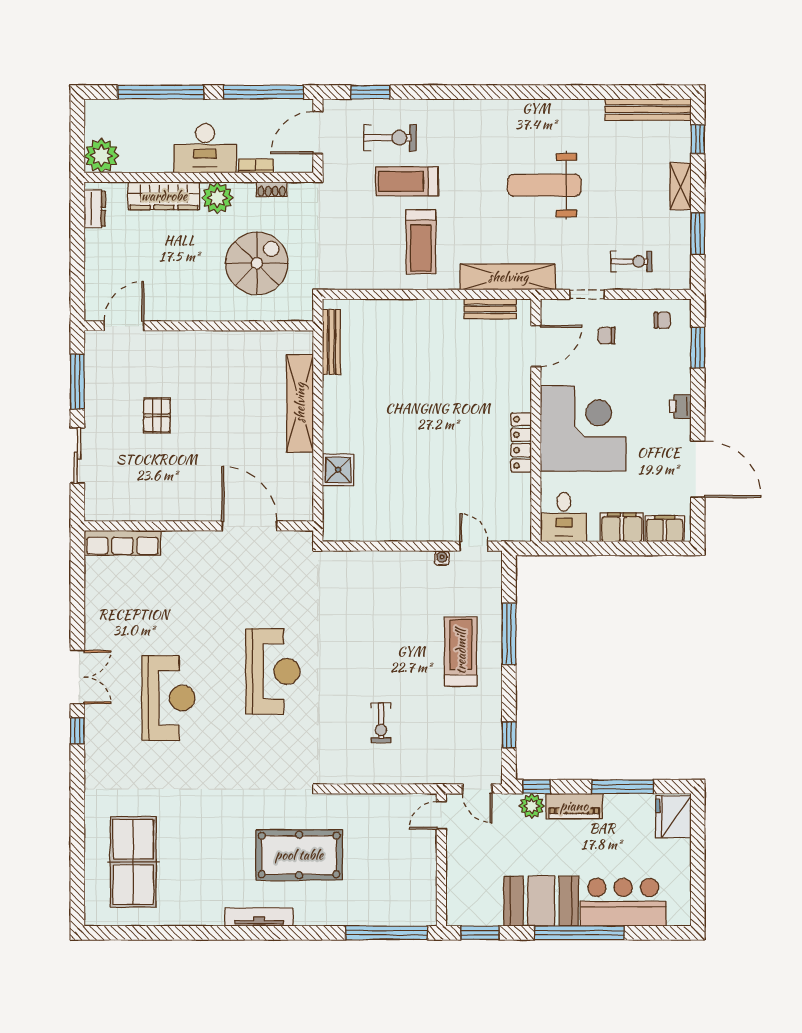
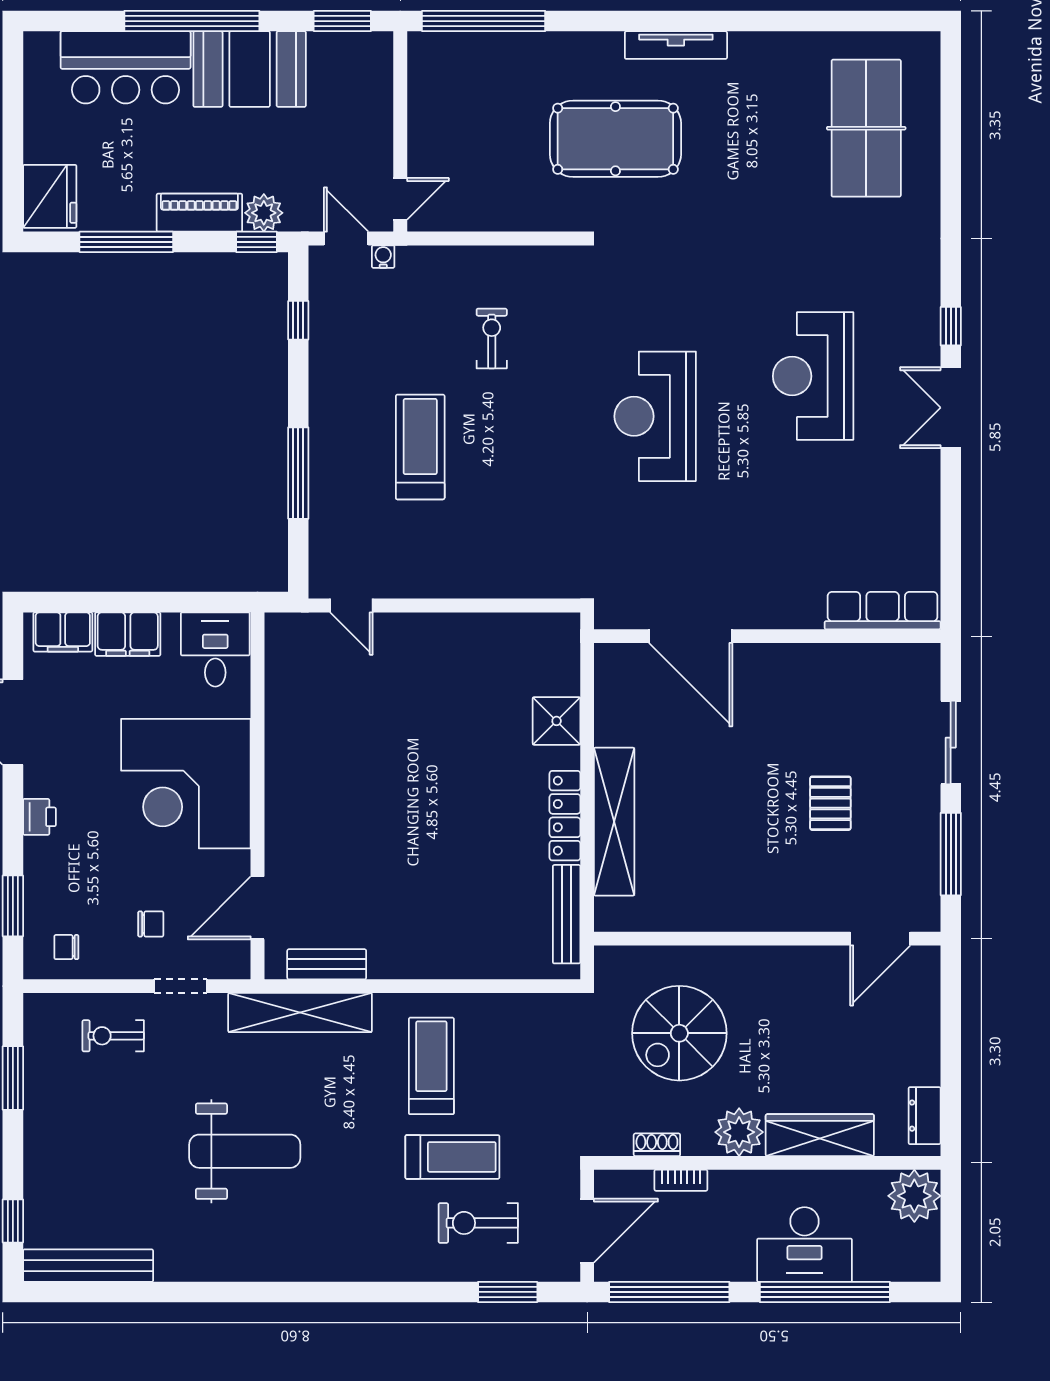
desk: (205, 148) -> (805, 1244), moved, turned 180
shelving: (680, 186) -> (39, 1149), removed
locker: (521, 442) -> (565, 816), moved, turned 180
water cooler: (442, 558) -> (383, 257), moved, turned 180
treadmill: (461, 652) -> (420, 447), moved, turned 180

